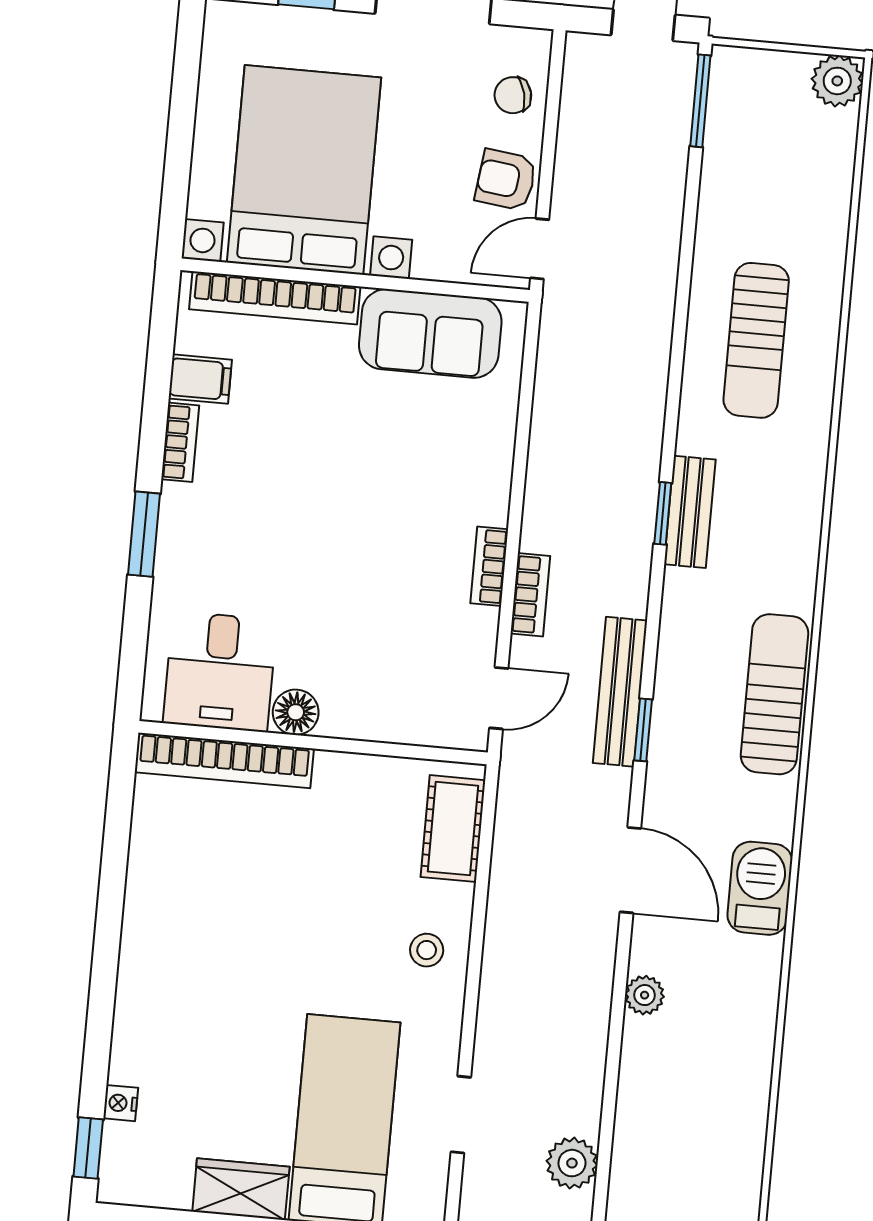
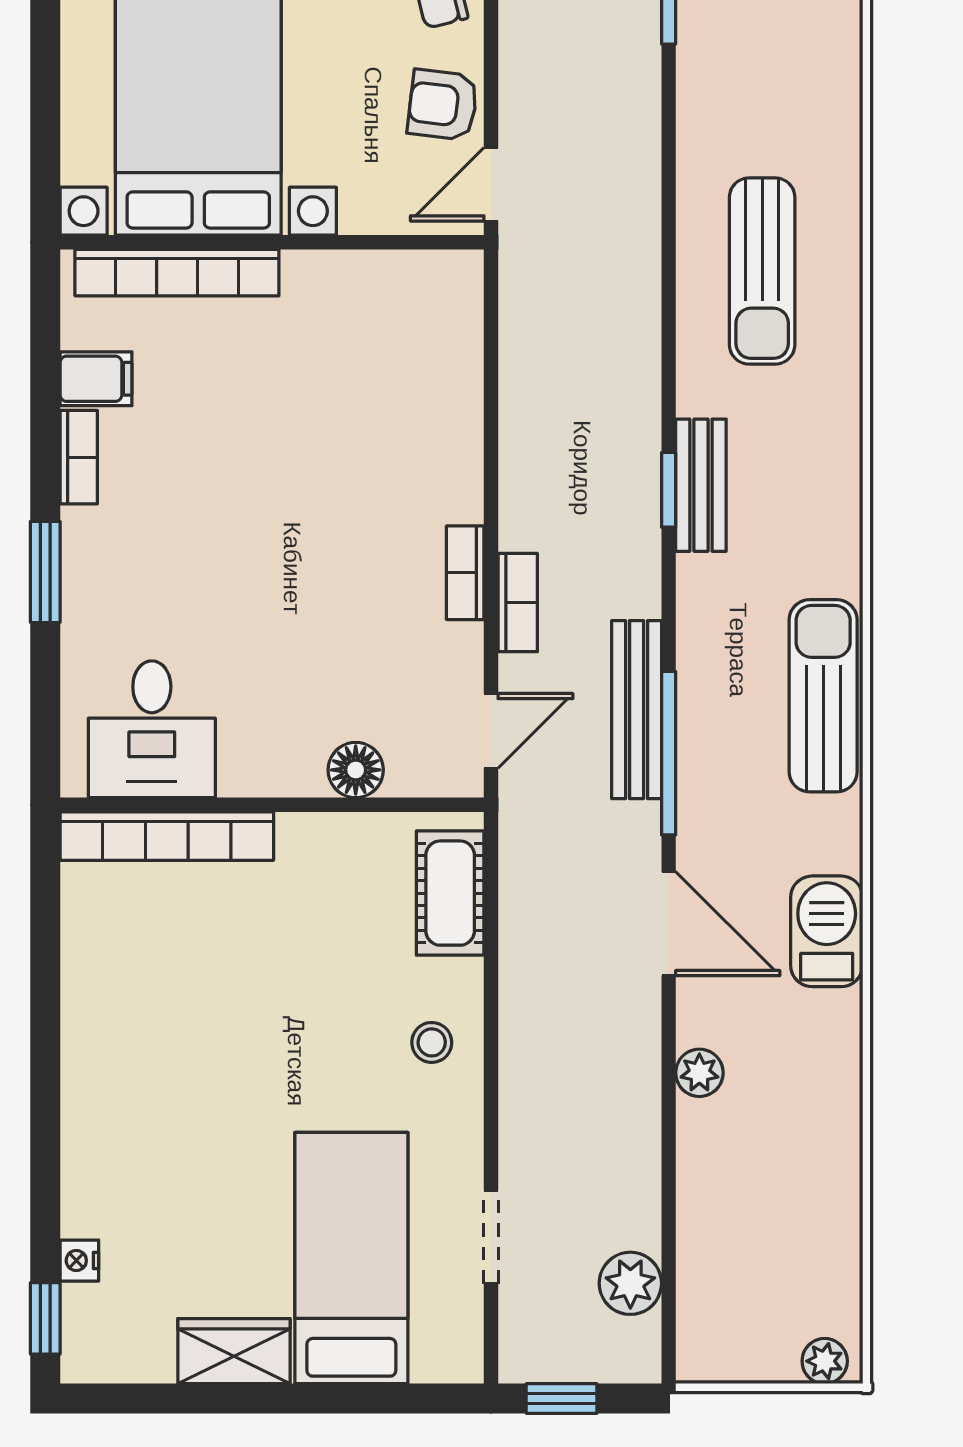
sofa: (430, 333) -> (368, 298), removed
floor lamp: (296, 712) -> (356, 770), moved
window: (643, 730) -> (669, 753), width x2.17

